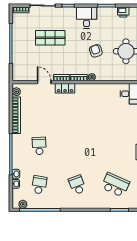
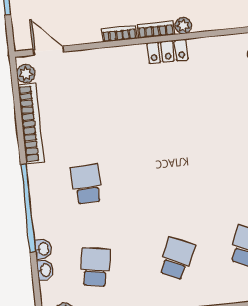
door: (44, 82) -> (48, 51), moved
locker: (65, 88) -> (167, 51), moved
school desk: (77, 185) -> (177, 258), turned 45

